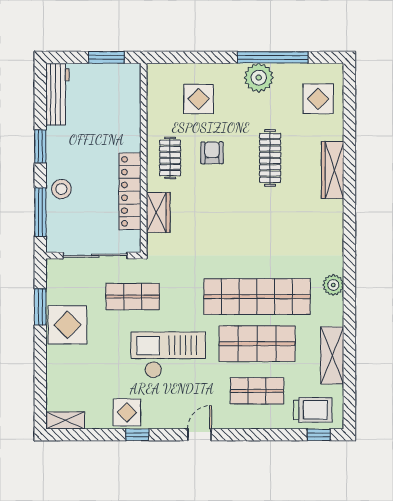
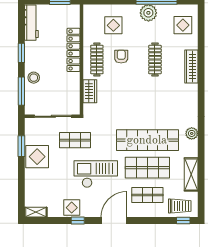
clothes rail: (170, 158) -> (97, 60), width x1.36
locker: (130, 191) -> (73, 50), moved
door: (200, 435) -> (114, 221), width x1.88

